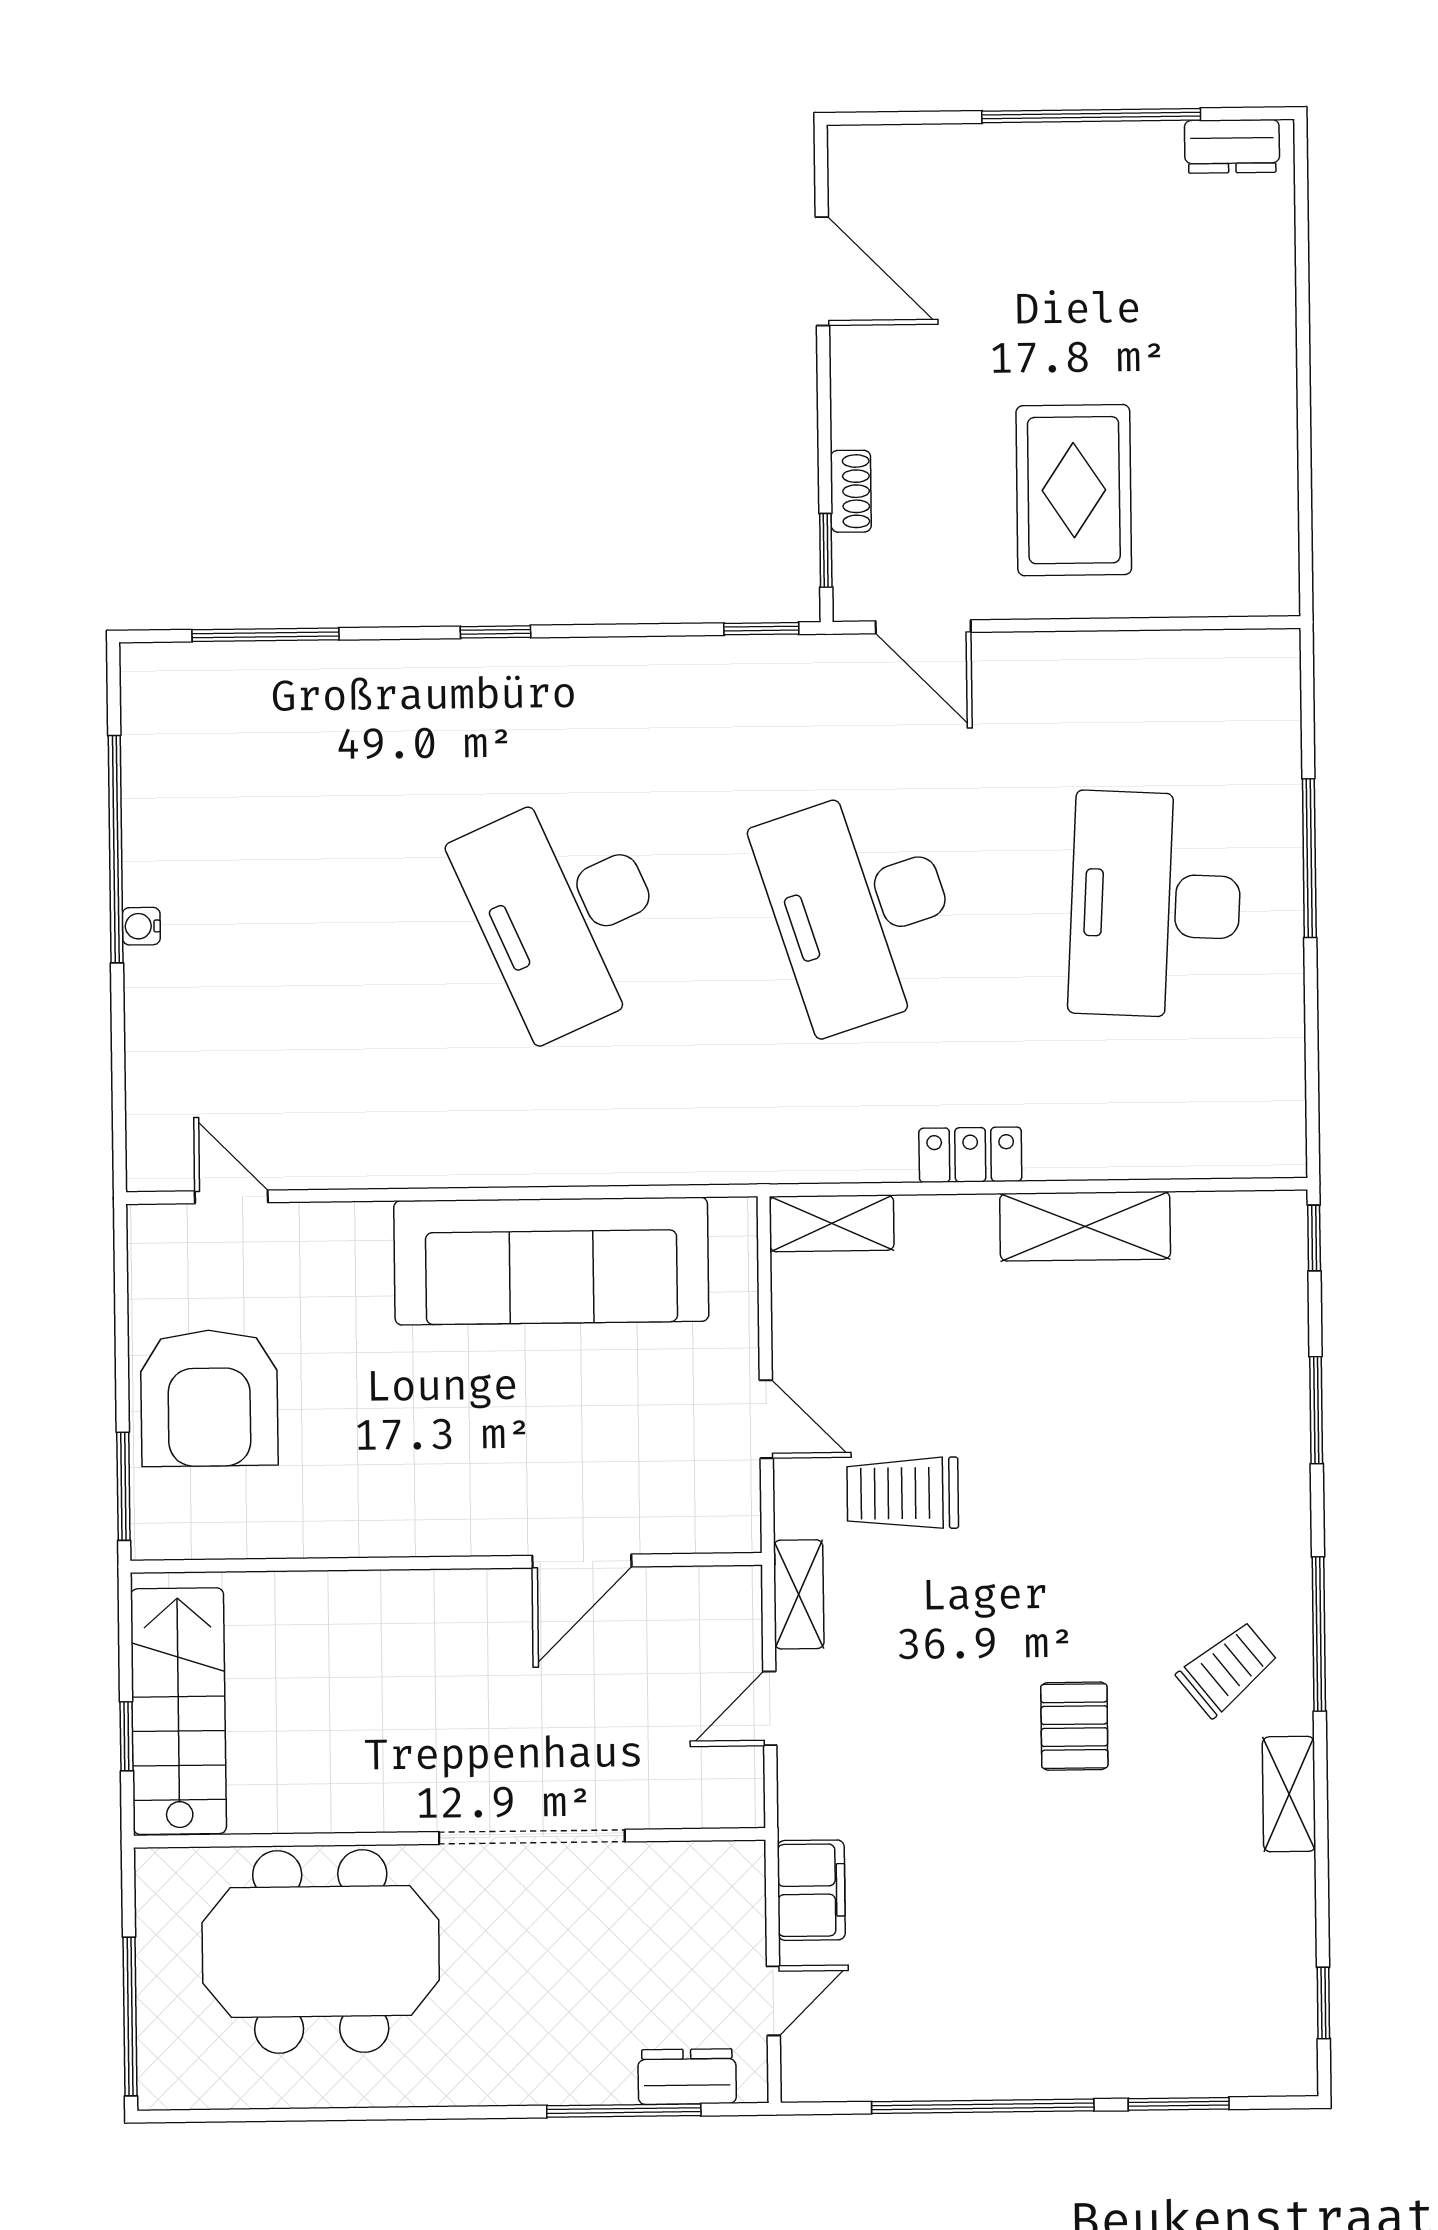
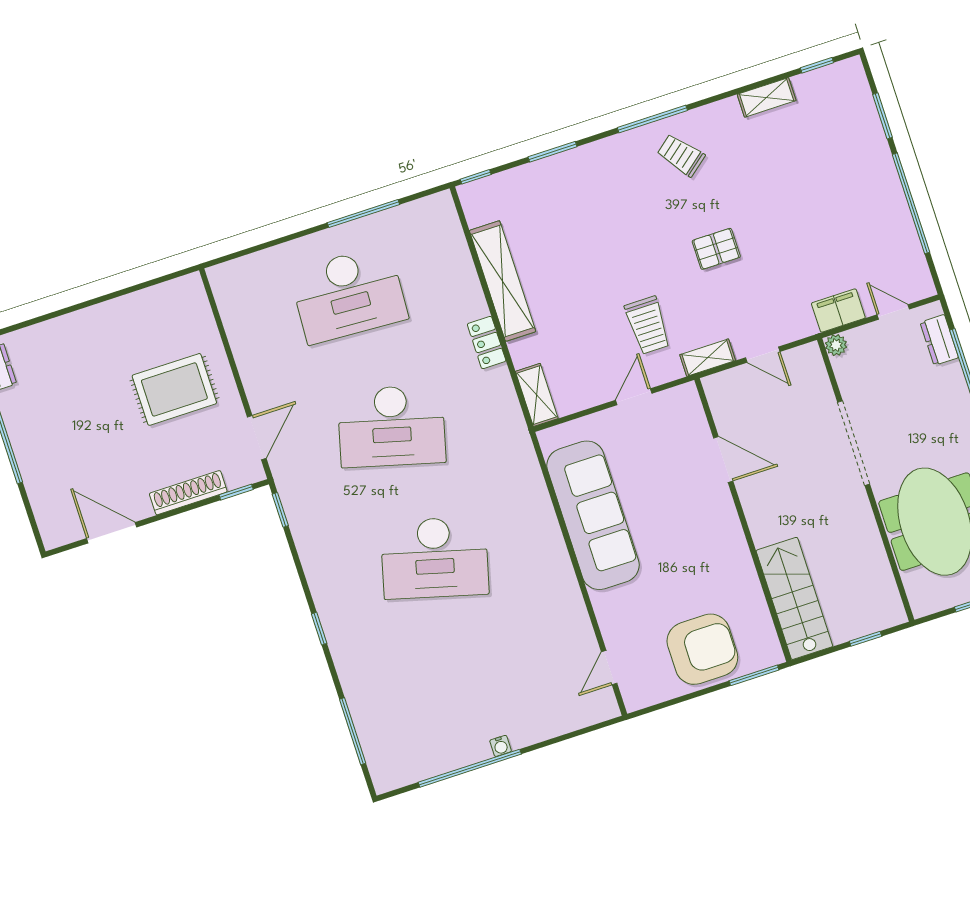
door: (822, 271) -> (112, 533), hinge flipped
shoe rack: (851, 491) -> (188, 493), width x1.94, depth x1.24
window: (1309, 858) -> (363, 214), moved
desk: (861, 908) -> (392, 426), turned 33
desk: (566, 912) -> (435, 558), turned 39
shelving: (1085, 1226) -> (503, 281), width x1.47
stairs: (178, 1711) -> (794, 598), moved, turned 90
pallet: (1074, 1726) -> (716, 249), moved
shelving: (1289, 1794) -> (767, 97), moved
plant: (742, 1863) -> (836, 345), added

